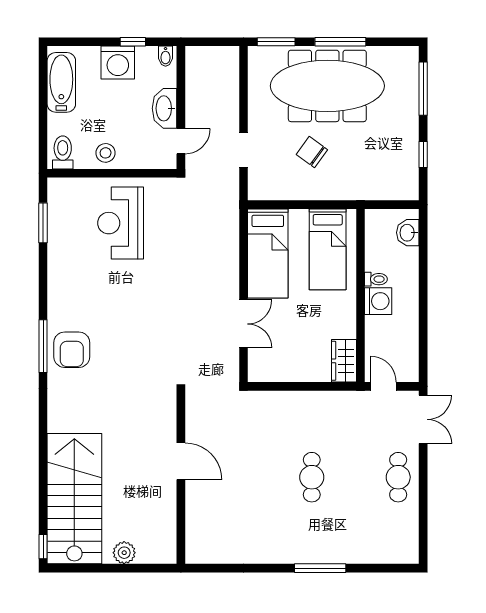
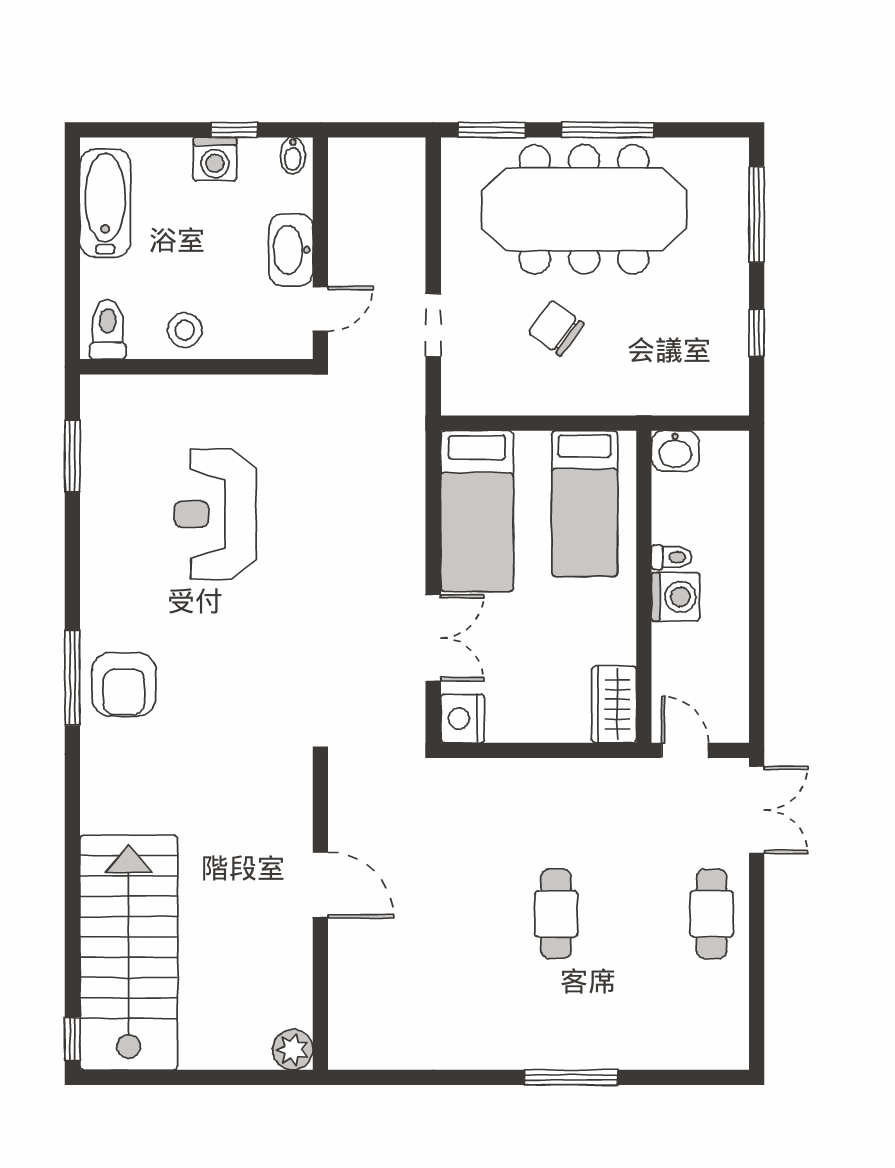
washing machine: (118, 62) -> (215, 159), width x0.73, depth x0.73
reception desk: (121, 223) -> (215, 514), moved
washbasin: (408, 233) -> (675, 451), moved, turned -90
nightstand: (260, 369) -> (463, 719), added
plant: (124, 553) -> (293, 1050), moved

